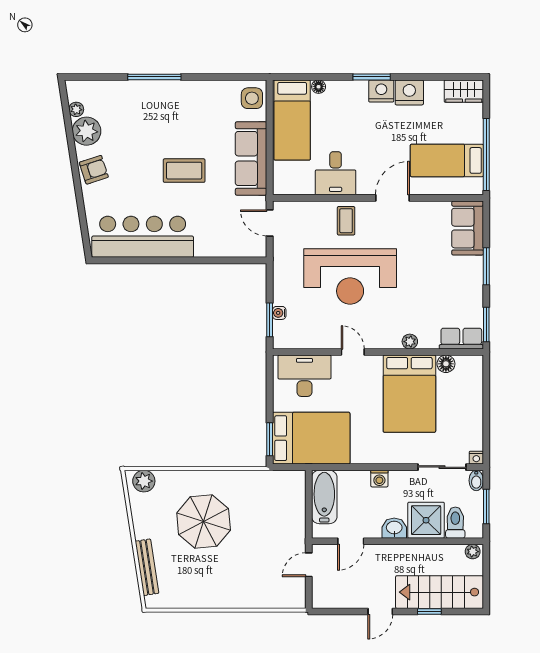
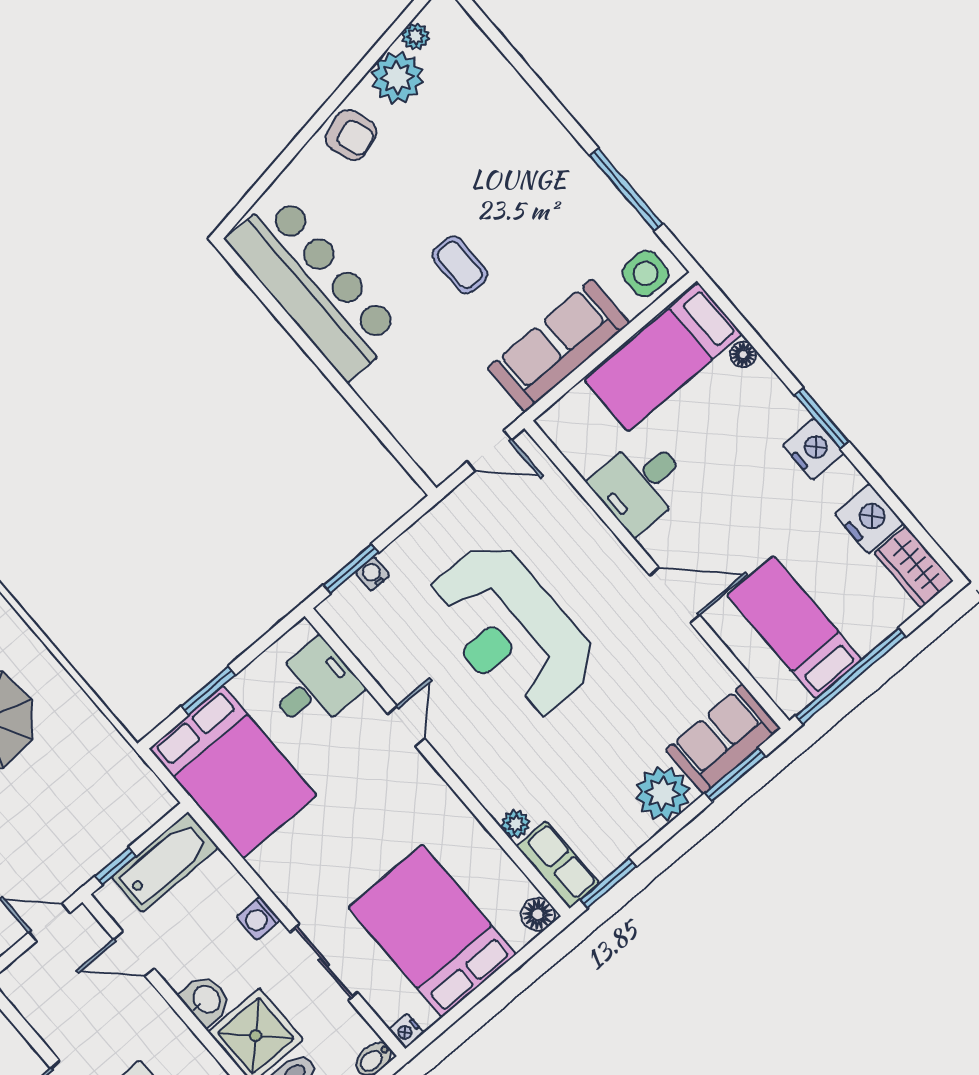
window: (154, 77) -> (626, 189), moved
nightstand: (409, 92) -> (869, 519), moved
coffee table: (184, 171) -> (460, 265), width x0.73, depth x0.77
coffee table: (346, 221) -> (585, 557), removed
door: (270, 223) -> (489, 451), swing flipped
window: (486, 266) -> (735, 775), moved
plant: (469, 271) -> (663, 793), added
plant: (410, 342) -> (516, 824), moved
floor lamp: (446, 364) -> (538, 914), moved
desk: (304, 376) -> (314, 686), width x0.73
bed: (409, 394) -> (432, 931), moved, turned 90
window: (270, 439) -> (208, 690), moved
sliding door: (442, 467) -> (324, 962), moved
window: (309, 518) -> (116, 866), added

